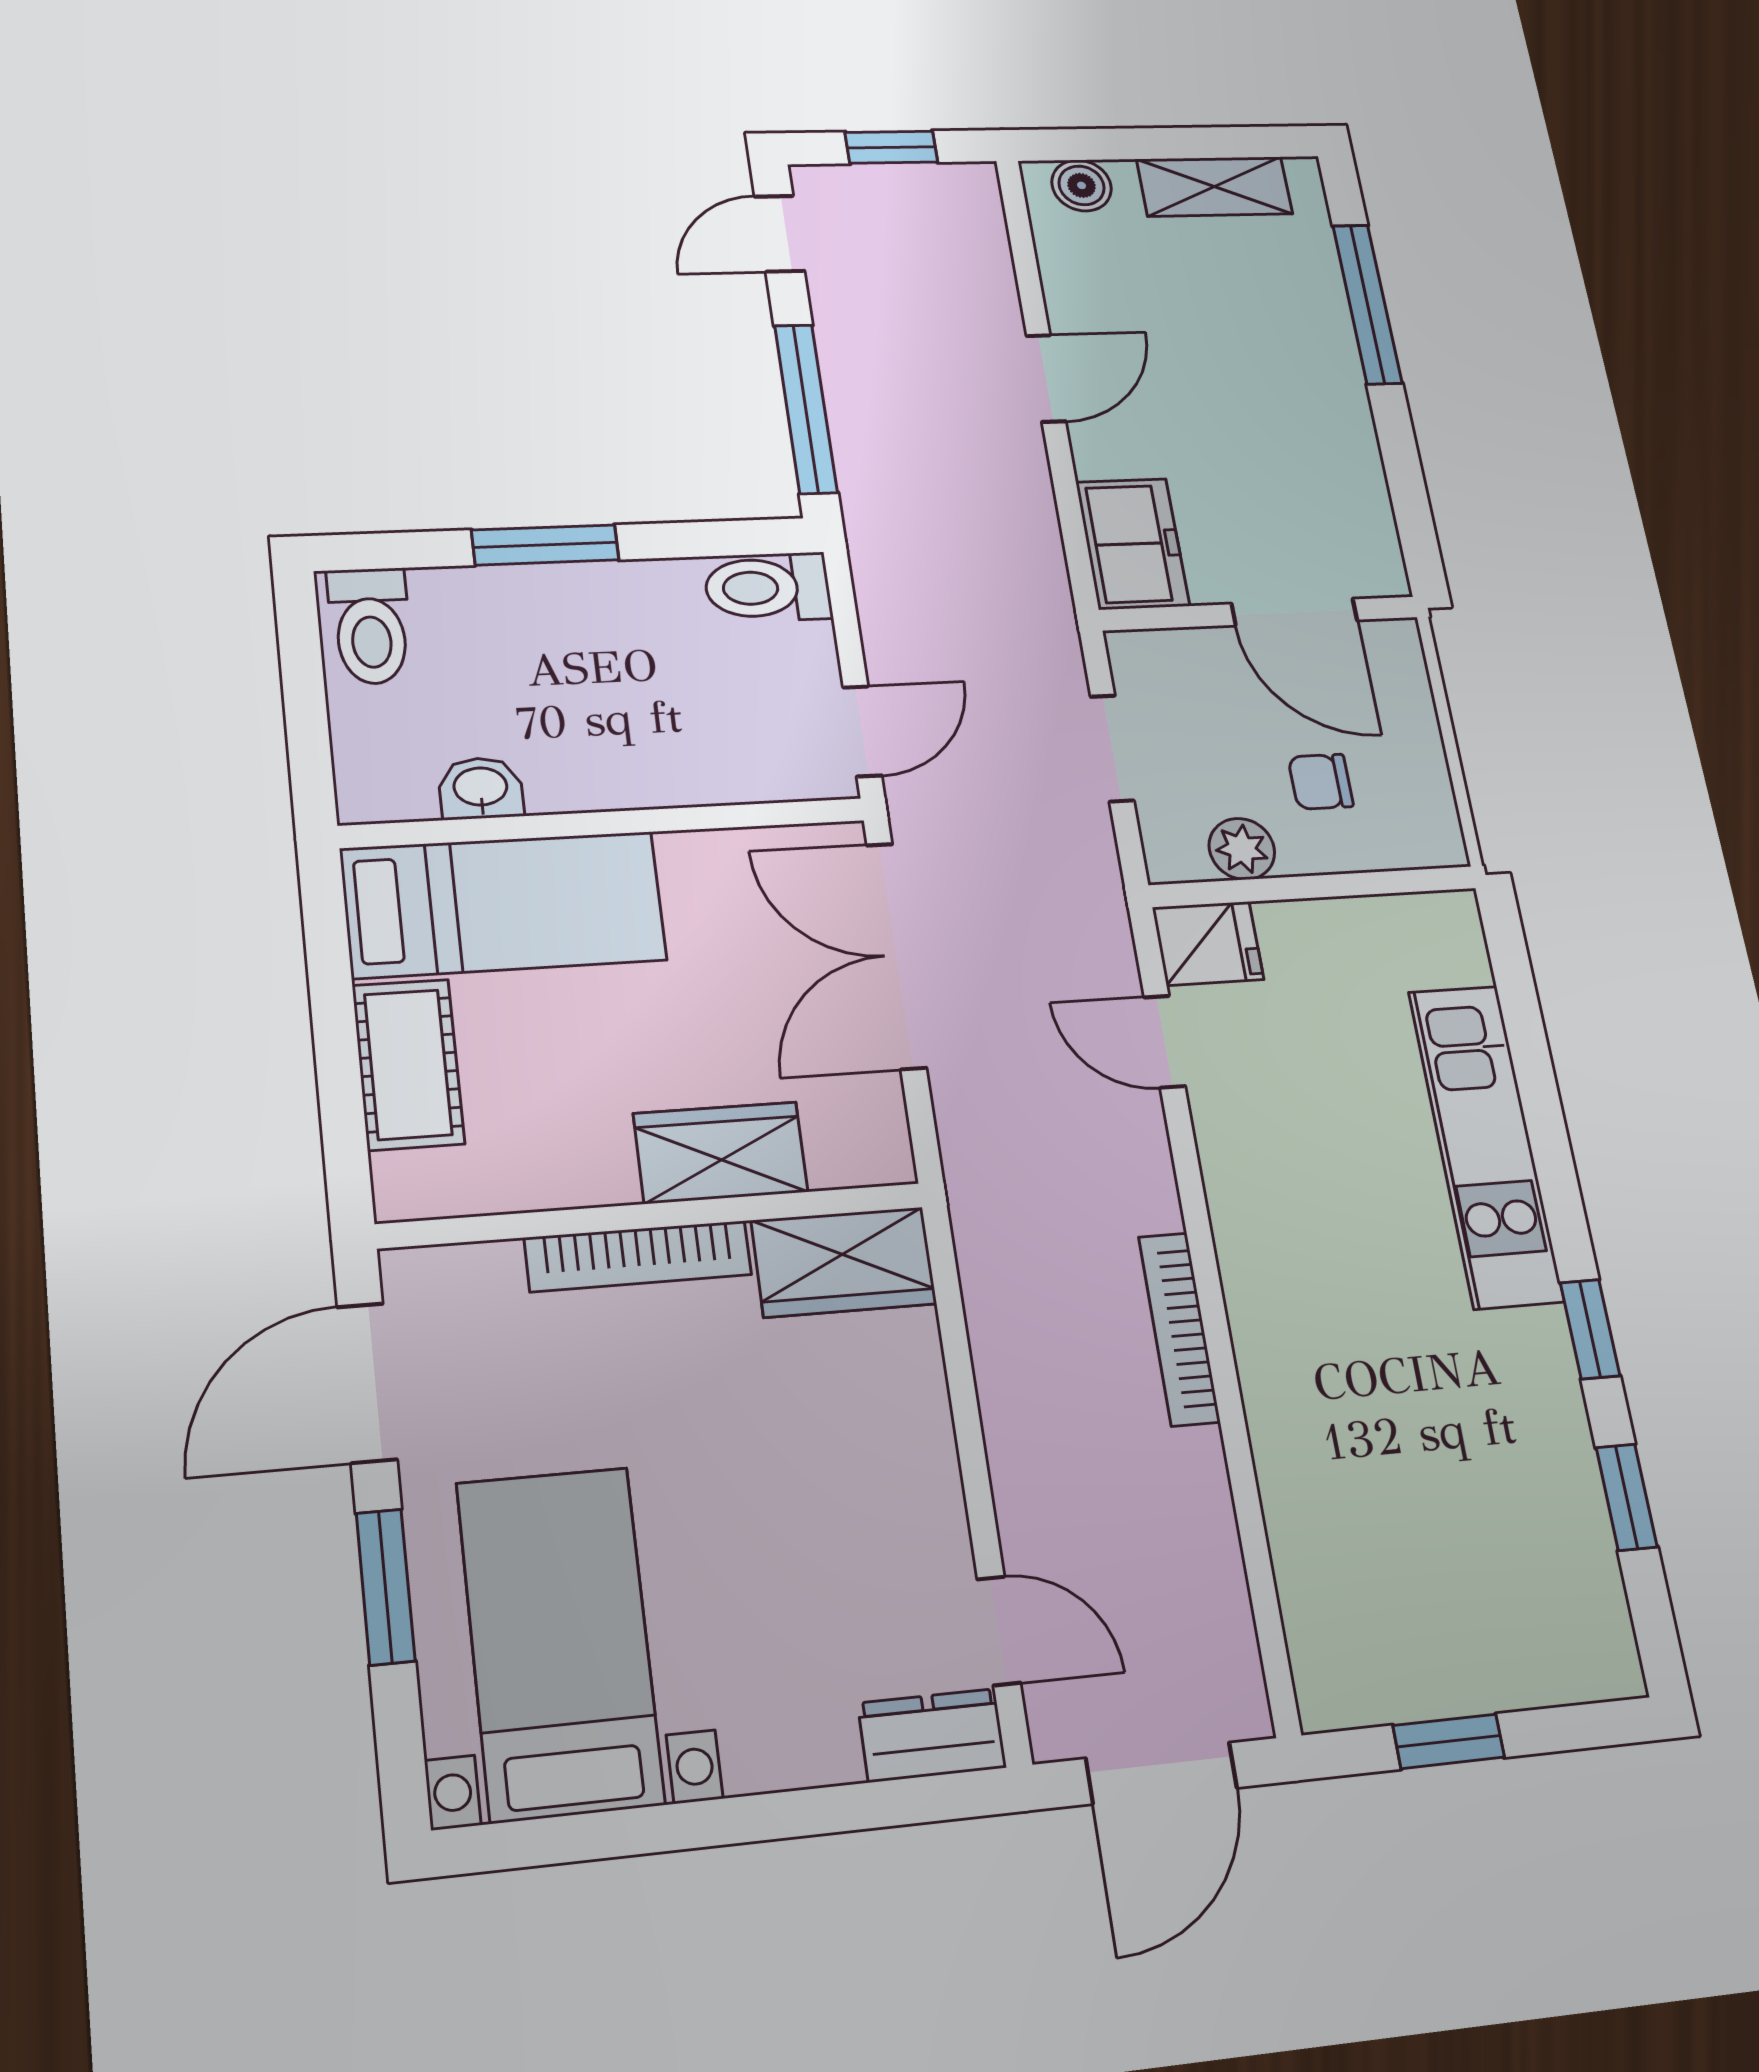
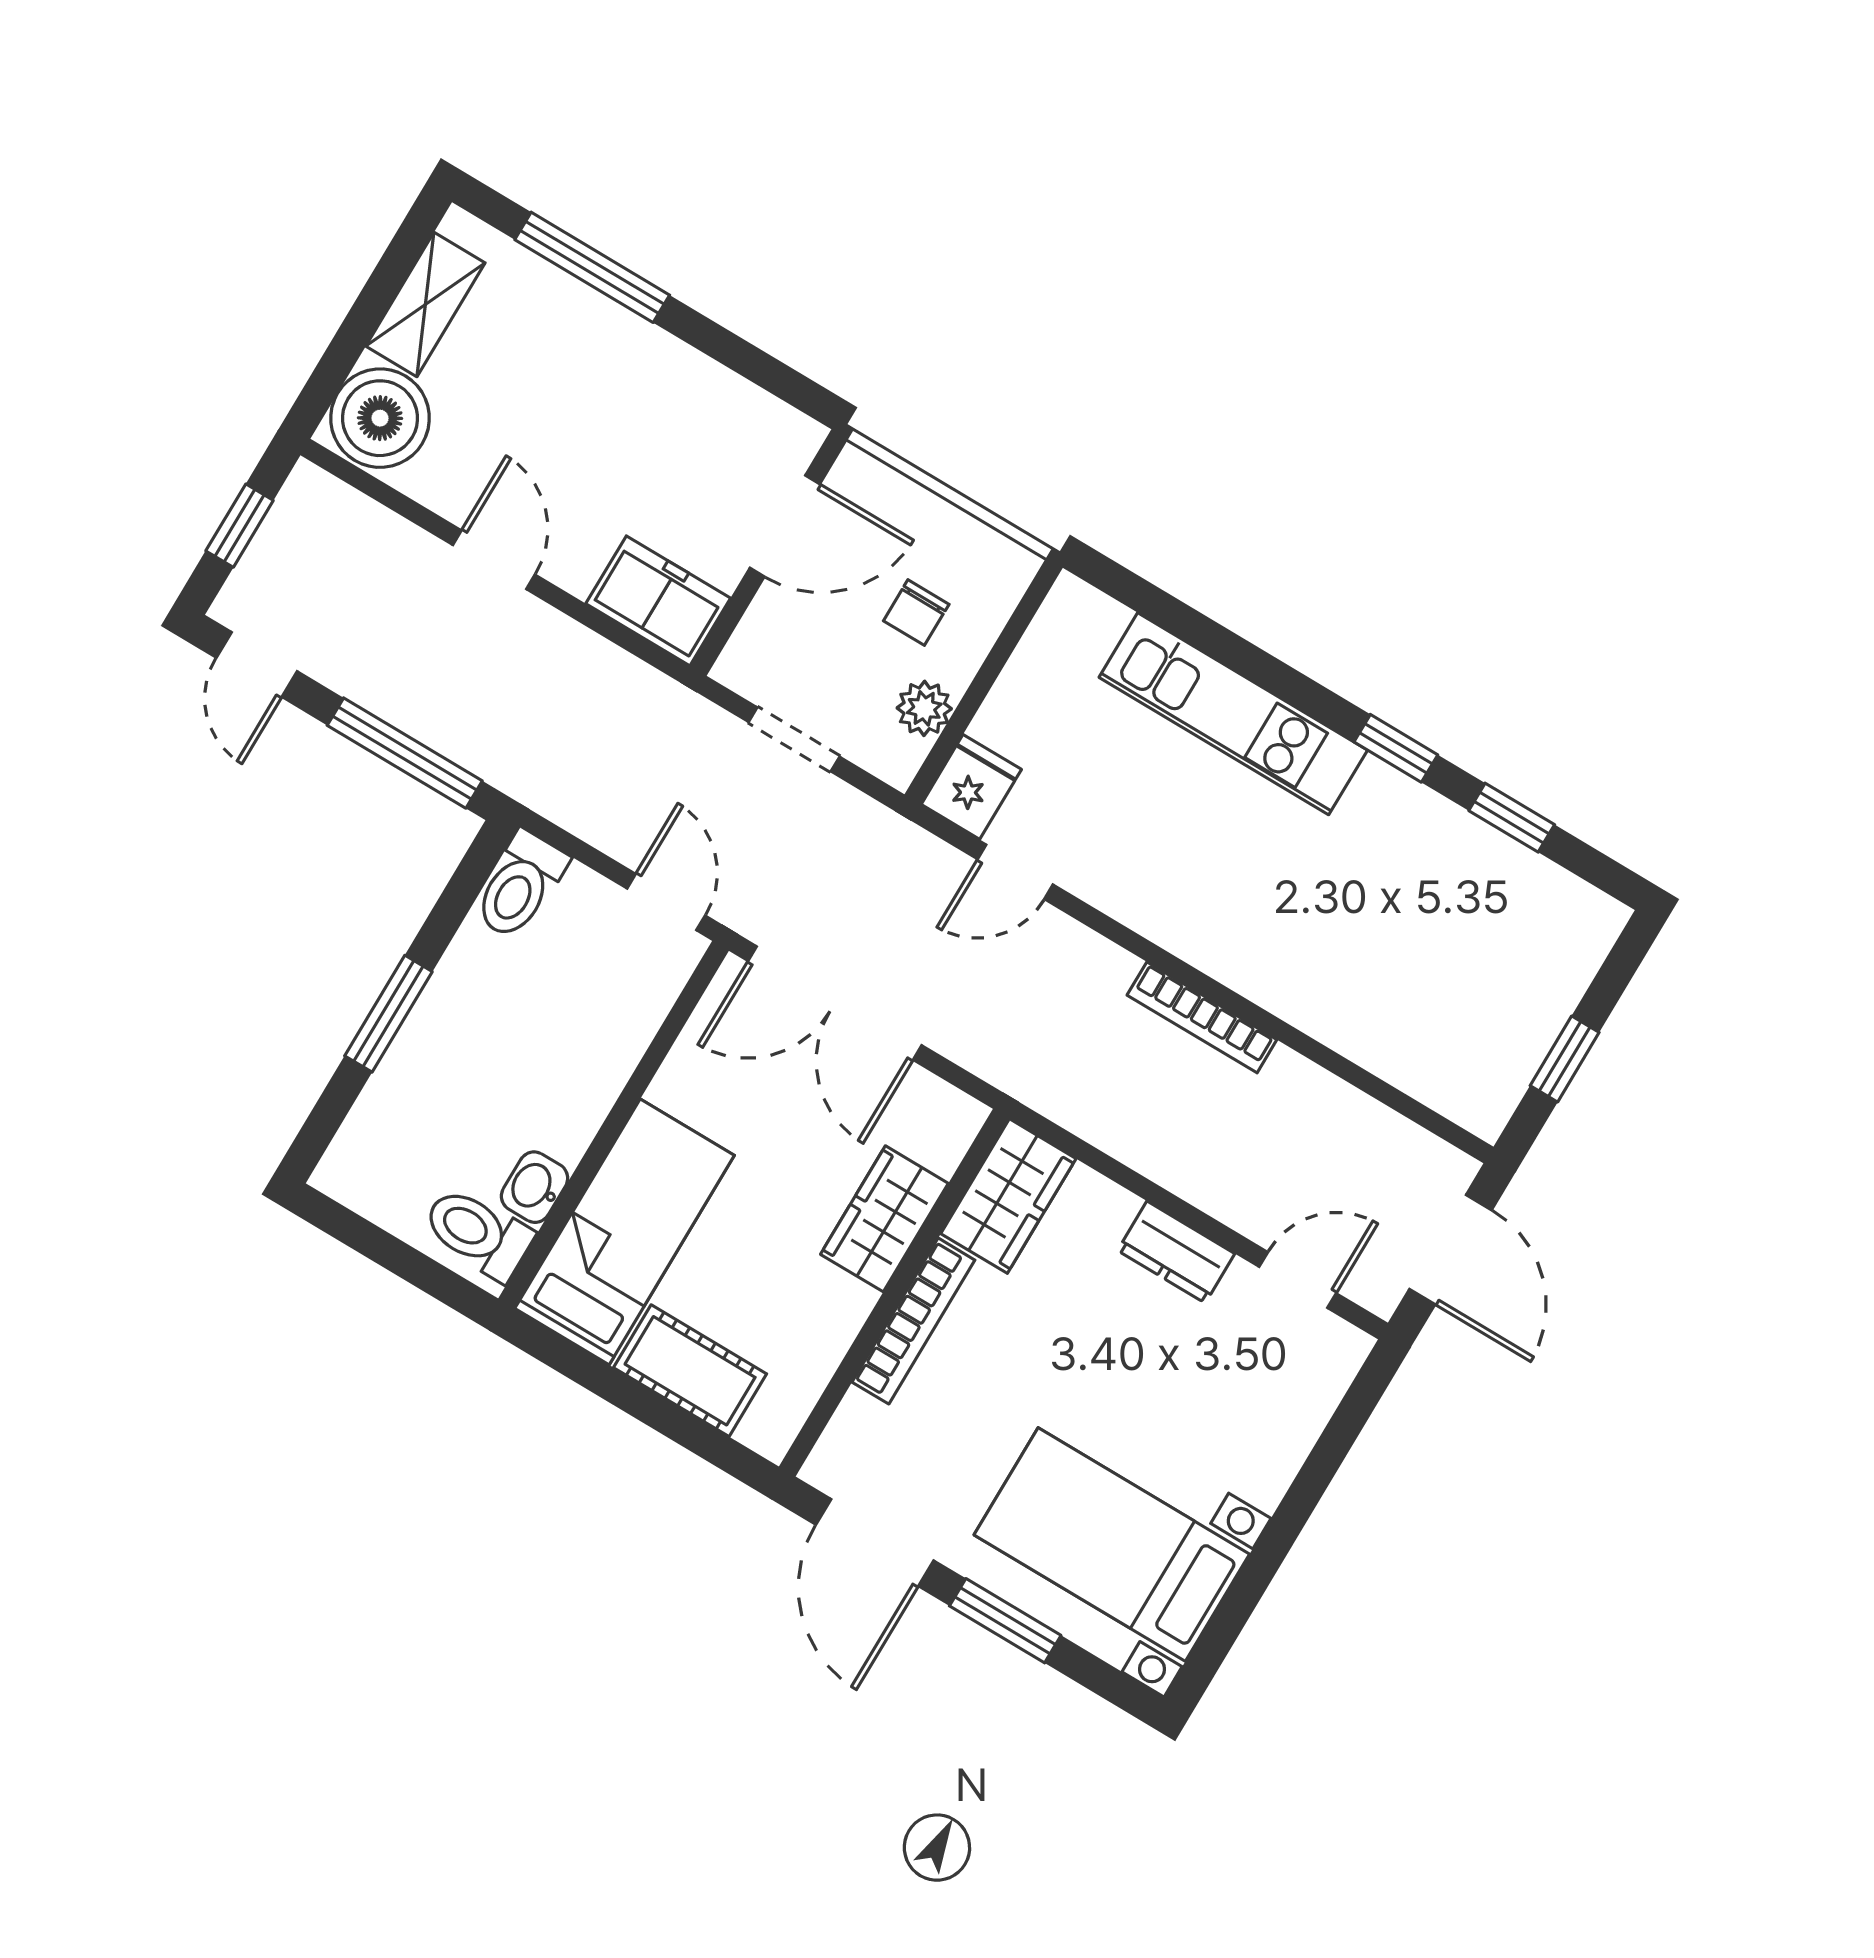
boiler: (1082, 185) -> (380, 418), width x1.86, depth x1.86
toilet: (370, 626) -> (478, 1233), moved, turned 180
dresser: (932, 1735) -> (1176, 1252), moved, turned -90

